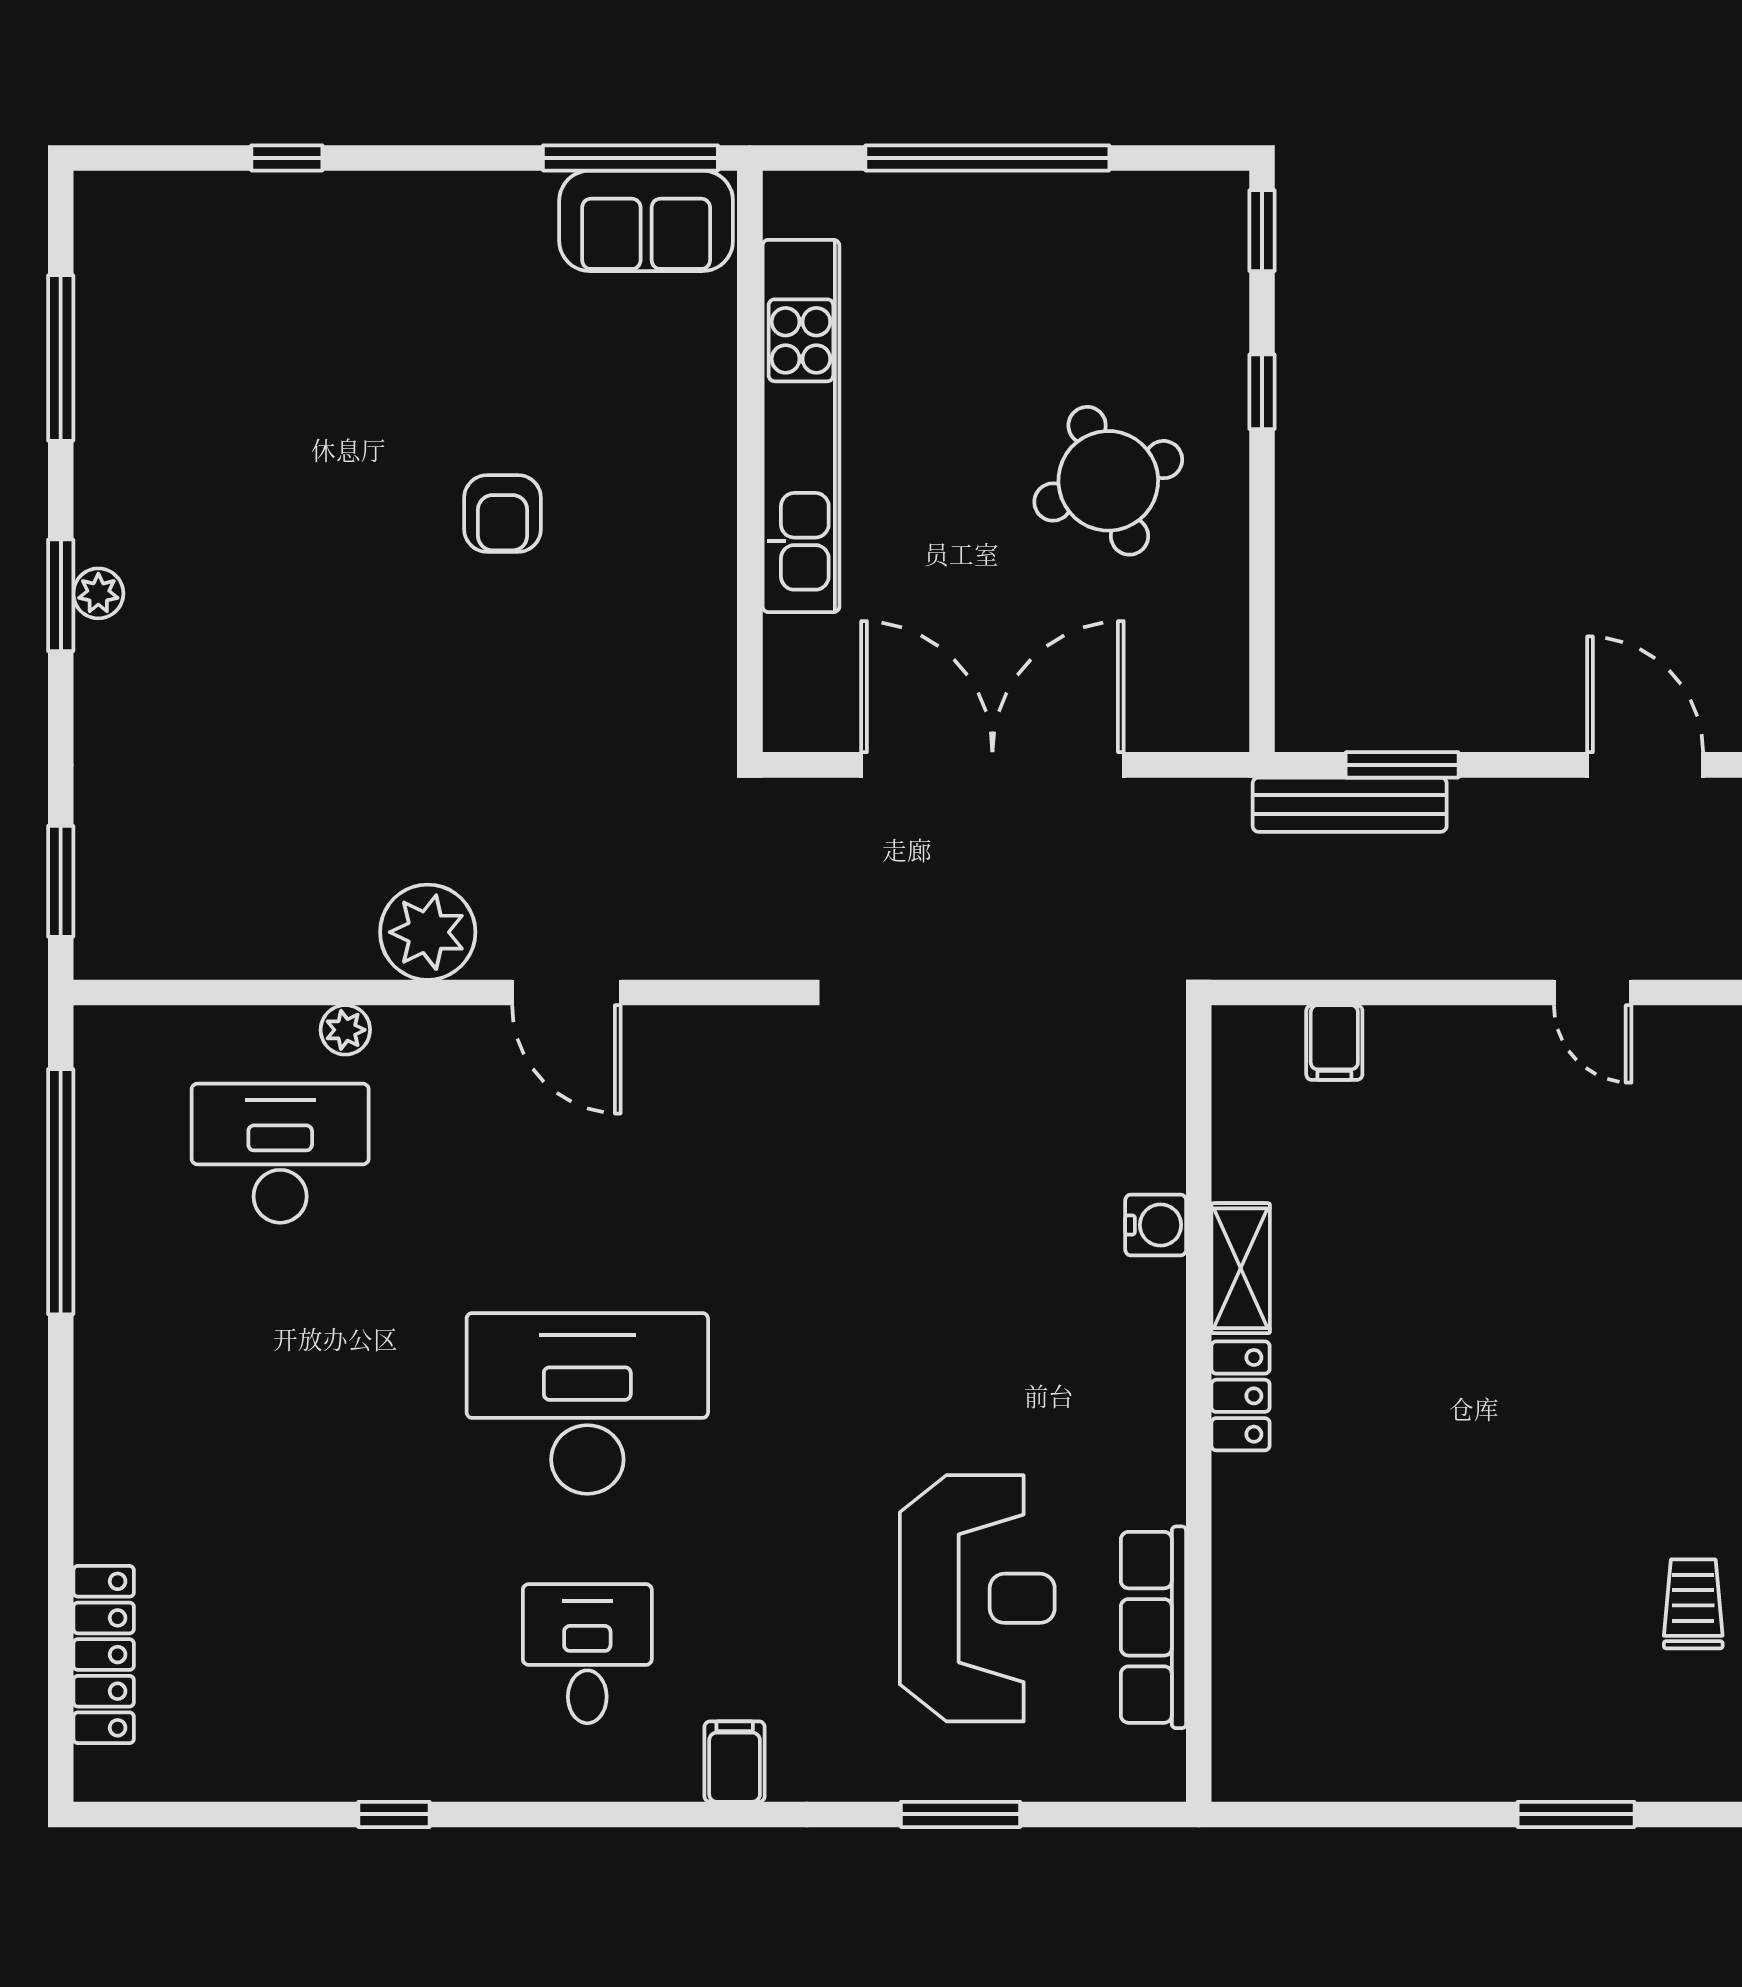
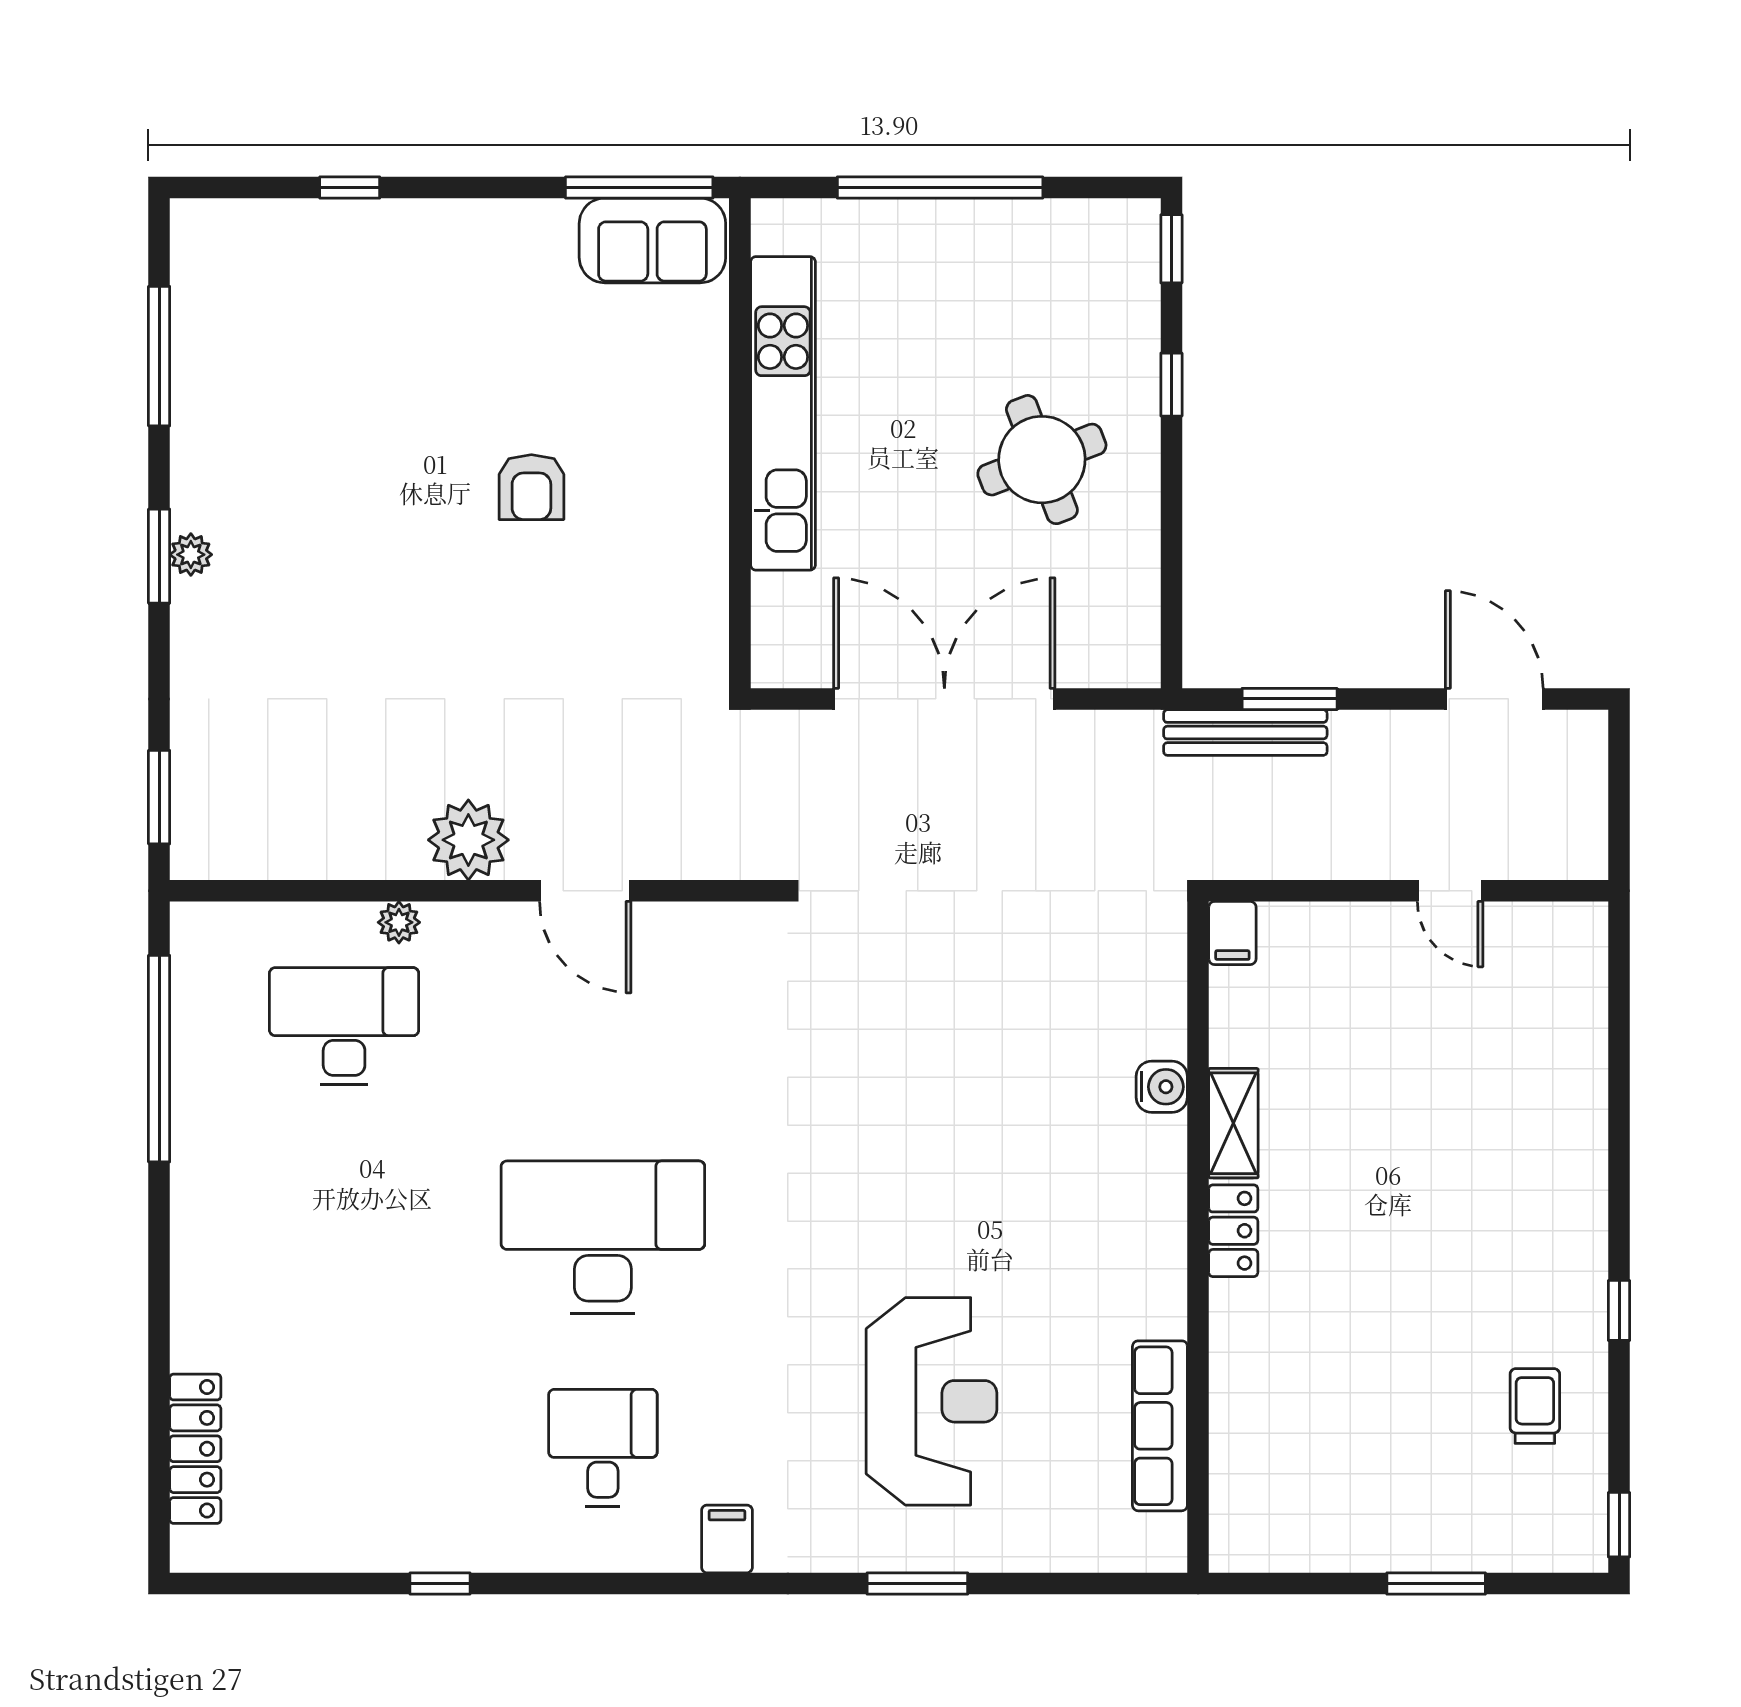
water cooler: (1156, 1225) -> (1162, 1087), moved
shelving: (1241, 1268) -> (1233, 1123), moved
locker: (1240, 1396) -> (1233, 1231), moved
wall: (1199, 1403) -> (1198, 1237), moved
row of seats: (1153, 1627) -> (1160, 1426), moved

